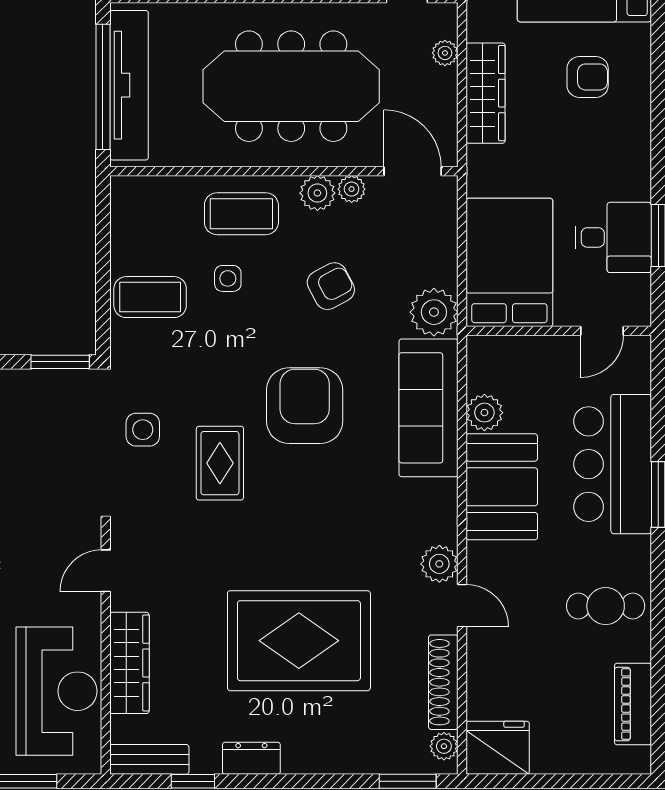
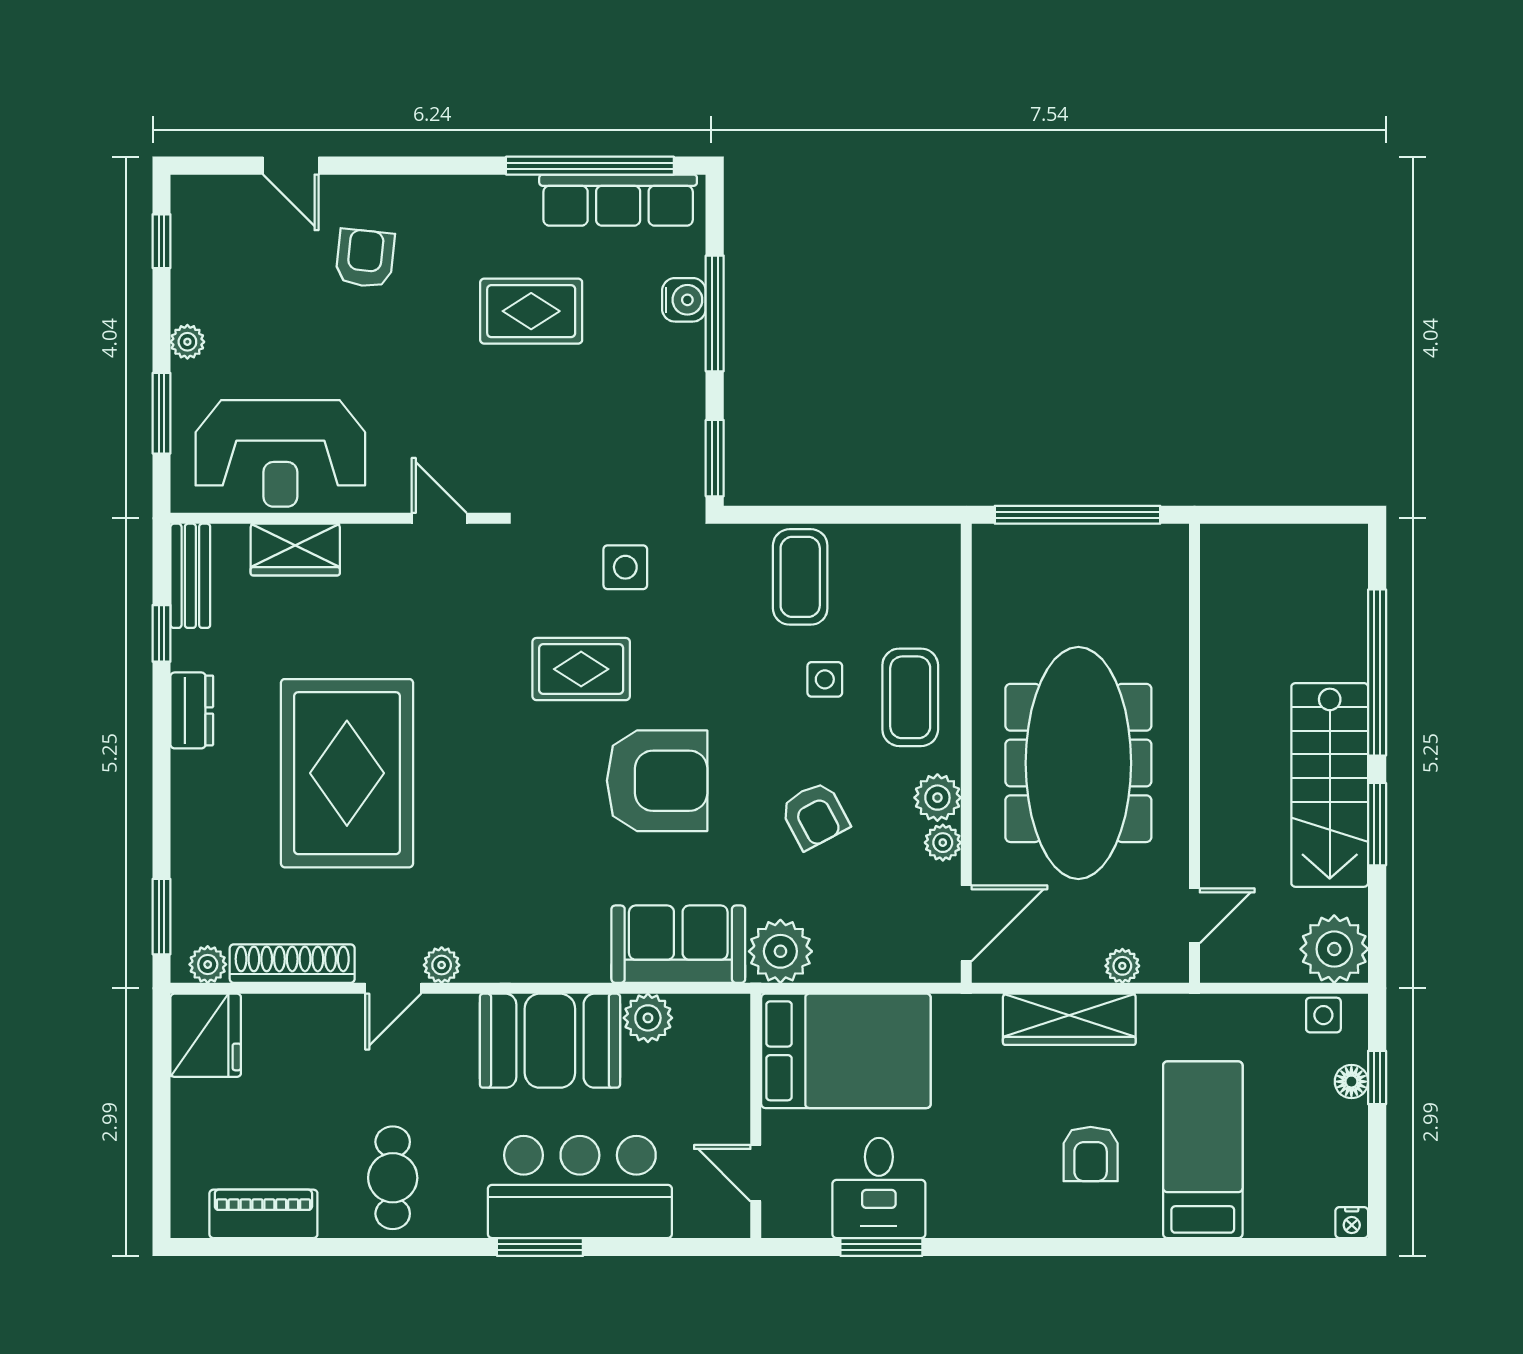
tv unit: (129, 85) -> (1080, 549), removed
sofa: (429, 408) -> (678, 944), width x0.73
plant: (439, 564) -> (442, 965), width x0.73, depth x0.73
wardrobe: (129, 663) -> (295, 550), width x0.67

